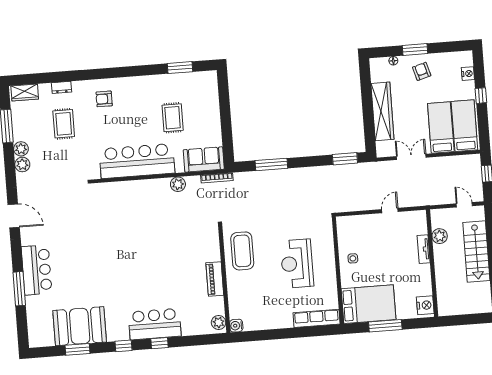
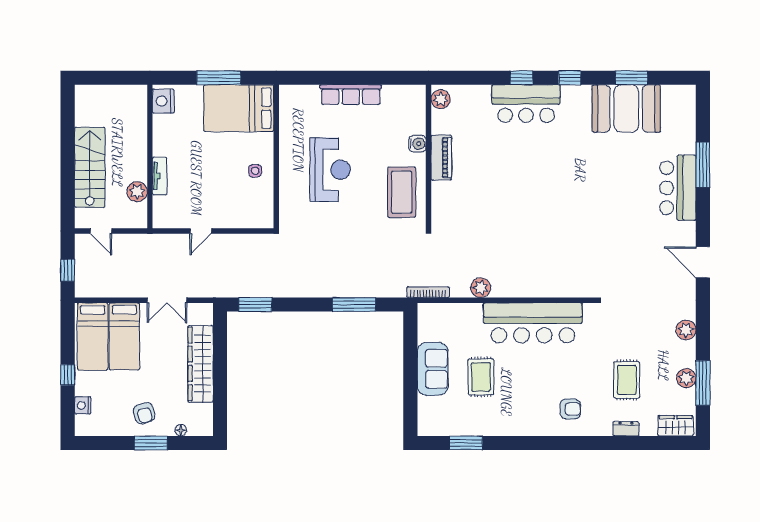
plant: (21, 149) -> (686, 378), moved
sofa: (204, 159) -> (433, 369), moved, turned -90
row of seats: (317, 318) -> (351, 95), moved
water cooler: (236, 326) -> (417, 144), moved

